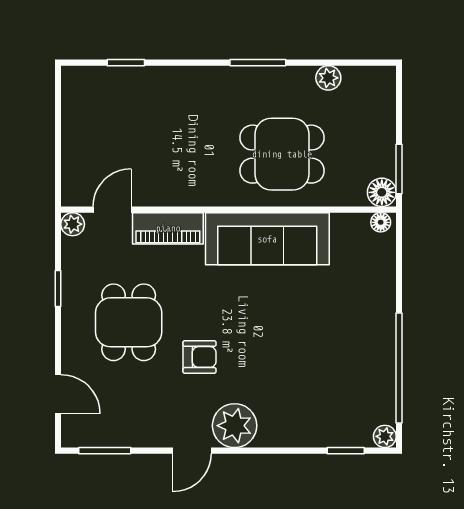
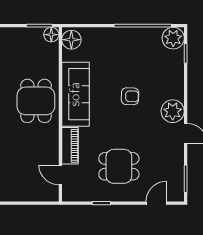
dining table: (282, 154) -> (36, 101), moved
floor lamp: (381, 222) -> (71, 40), width x1.89, depth x1.89
plant: (73, 224) -> (68, 195), removed
armchair: (200, 357) -> (130, 96), moved, turned 92
plant: (385, 436) -> (173, 38), width x1.88, depth x1.88

